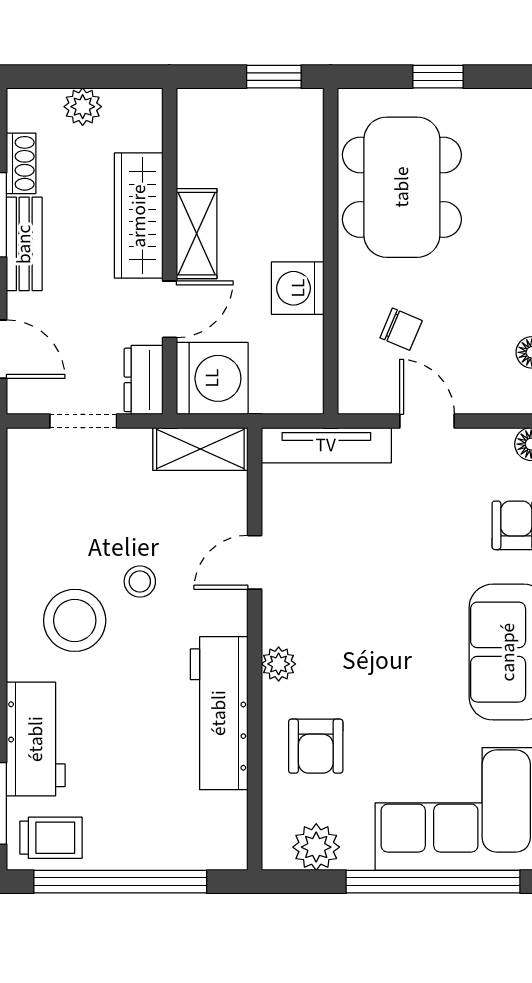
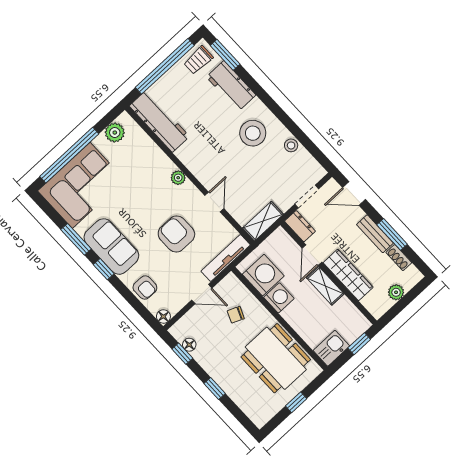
window: (274, 77) -> (359, 344), moved
kitchen sink: (288, 114) -> (331, 348), added
washing machine: (212, 378) -> (263, 275), moved, turned 180
stool: (140, 582) -> (291, 145), moved
workbench: (219, 713) -> (159, 121), moved
armchair: (316, 746) -> (176, 234), moved, width x1.38, depth x1.38

